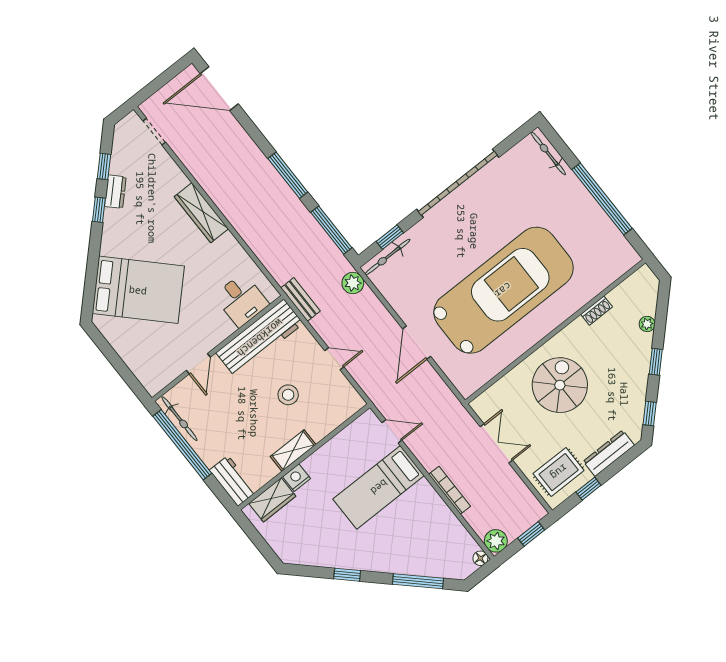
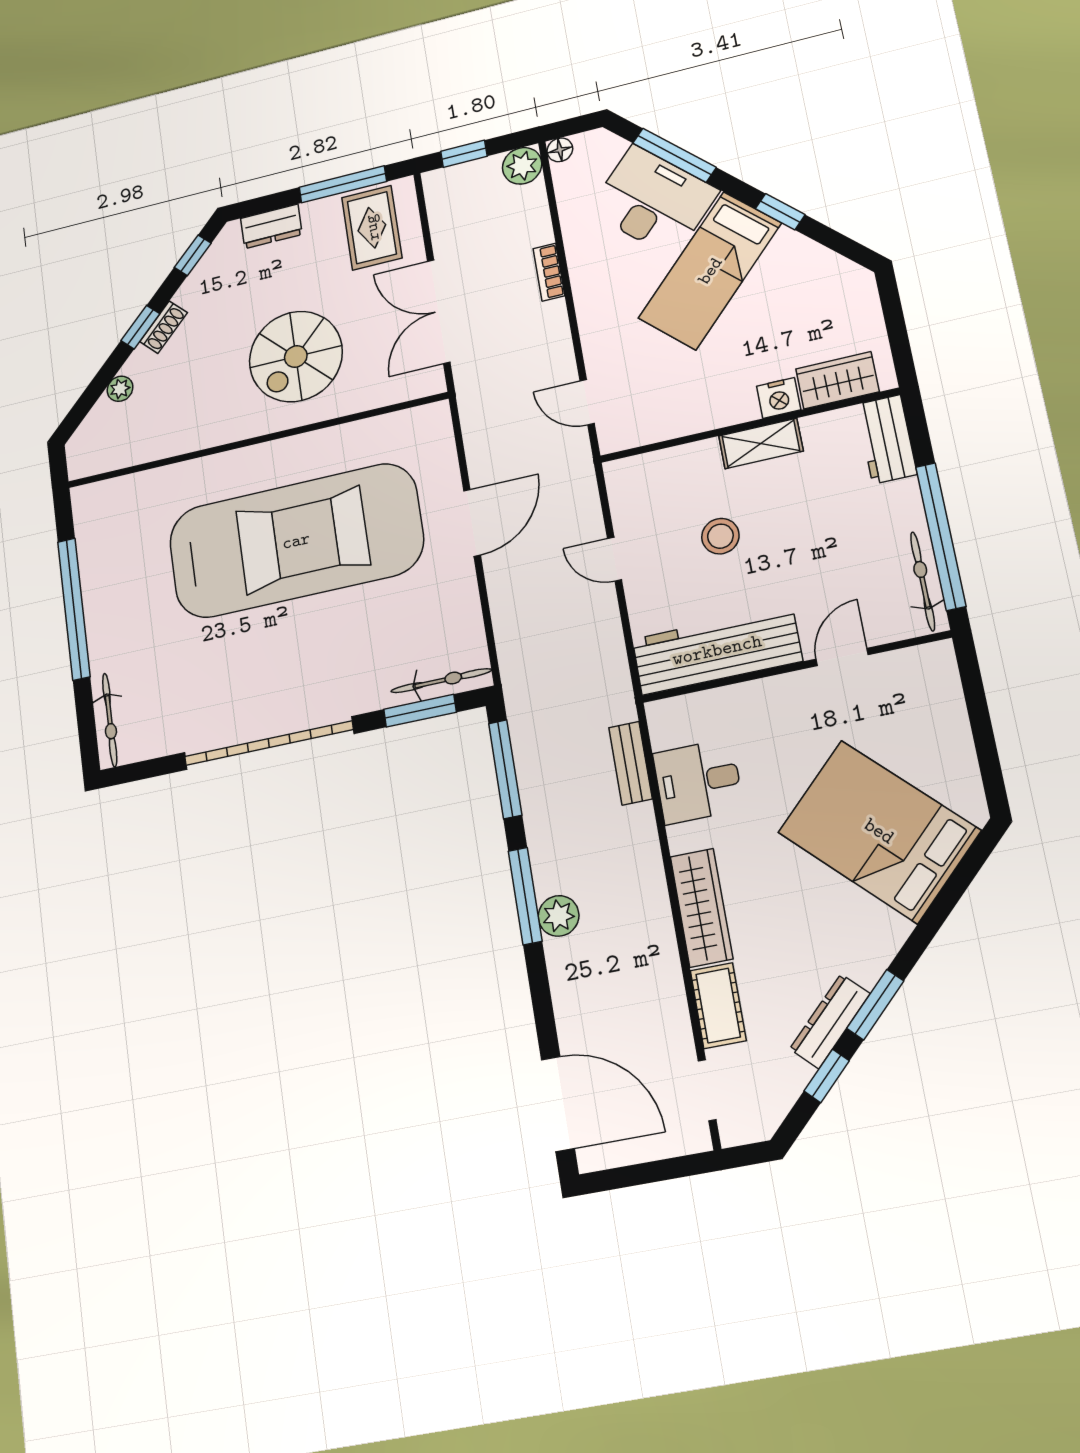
cot: (170, 172) -> (718, 1006), added
dresser: (115, 192) -> (830, 1021), width x1.44
window: (99, 210) -> (875, 1005), width x1.50
window: (390, 237) -> (420, 711), width x1.50
plant: (353, 283) -> (559, 916), moved
car: (503, 290) -> (296, 541), turned 180
bench: (300, 299) -> (631, 763), moved
desk: (241, 300) -> (698, 781), moved, turned -90
shoe rack: (597, 311) -> (164, 327), moved, turned 135
double door: (496, 443) -> (439, 312), width x1.37
dresser: (609, 453) -> (271, 226), width x0.70
rug: (559, 472) -> (372, 228), turned 90
bed: (379, 487) -> (710, 271), moved, turned 134
window: (588, 489) -> (343, 184), width x2.17
bookcase: (450, 490) -> (549, 272), width x0.64
desk: (416, 552) -> (653, 201), added

